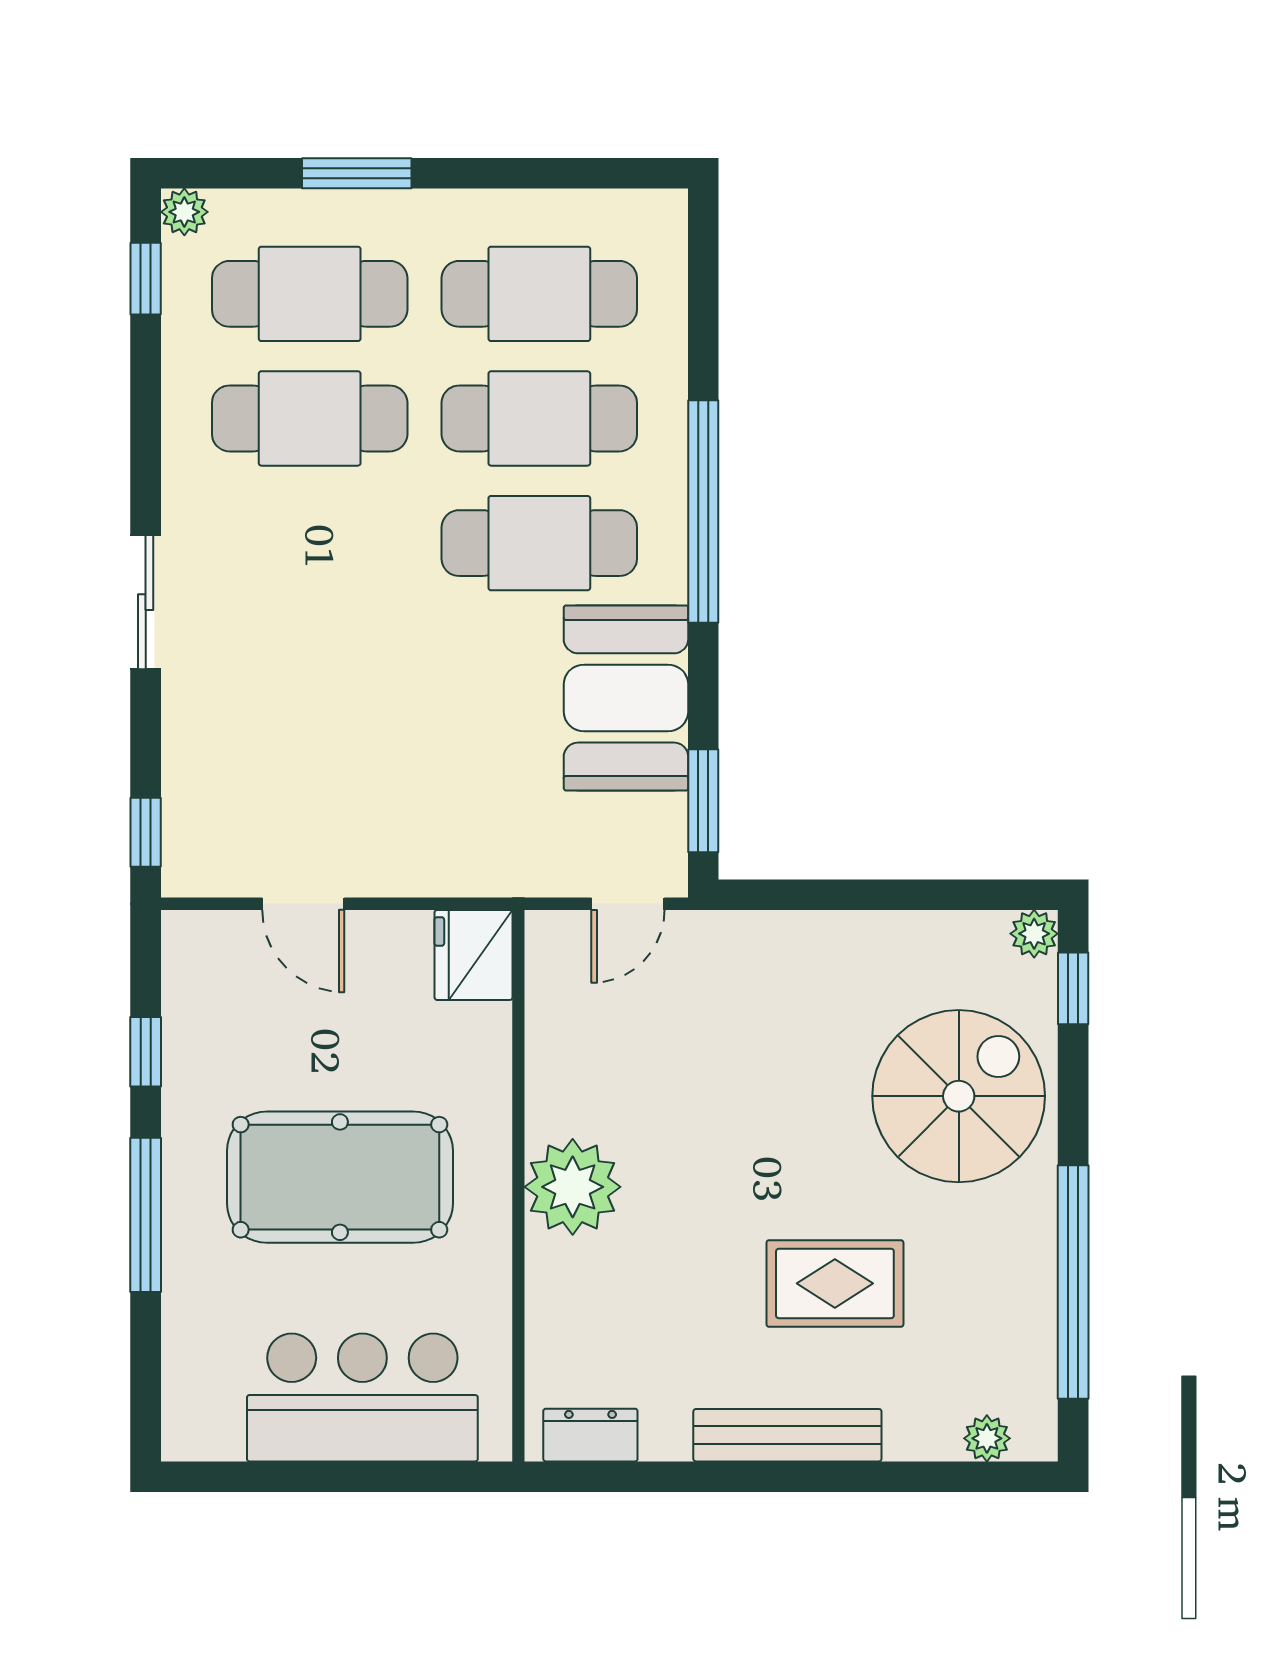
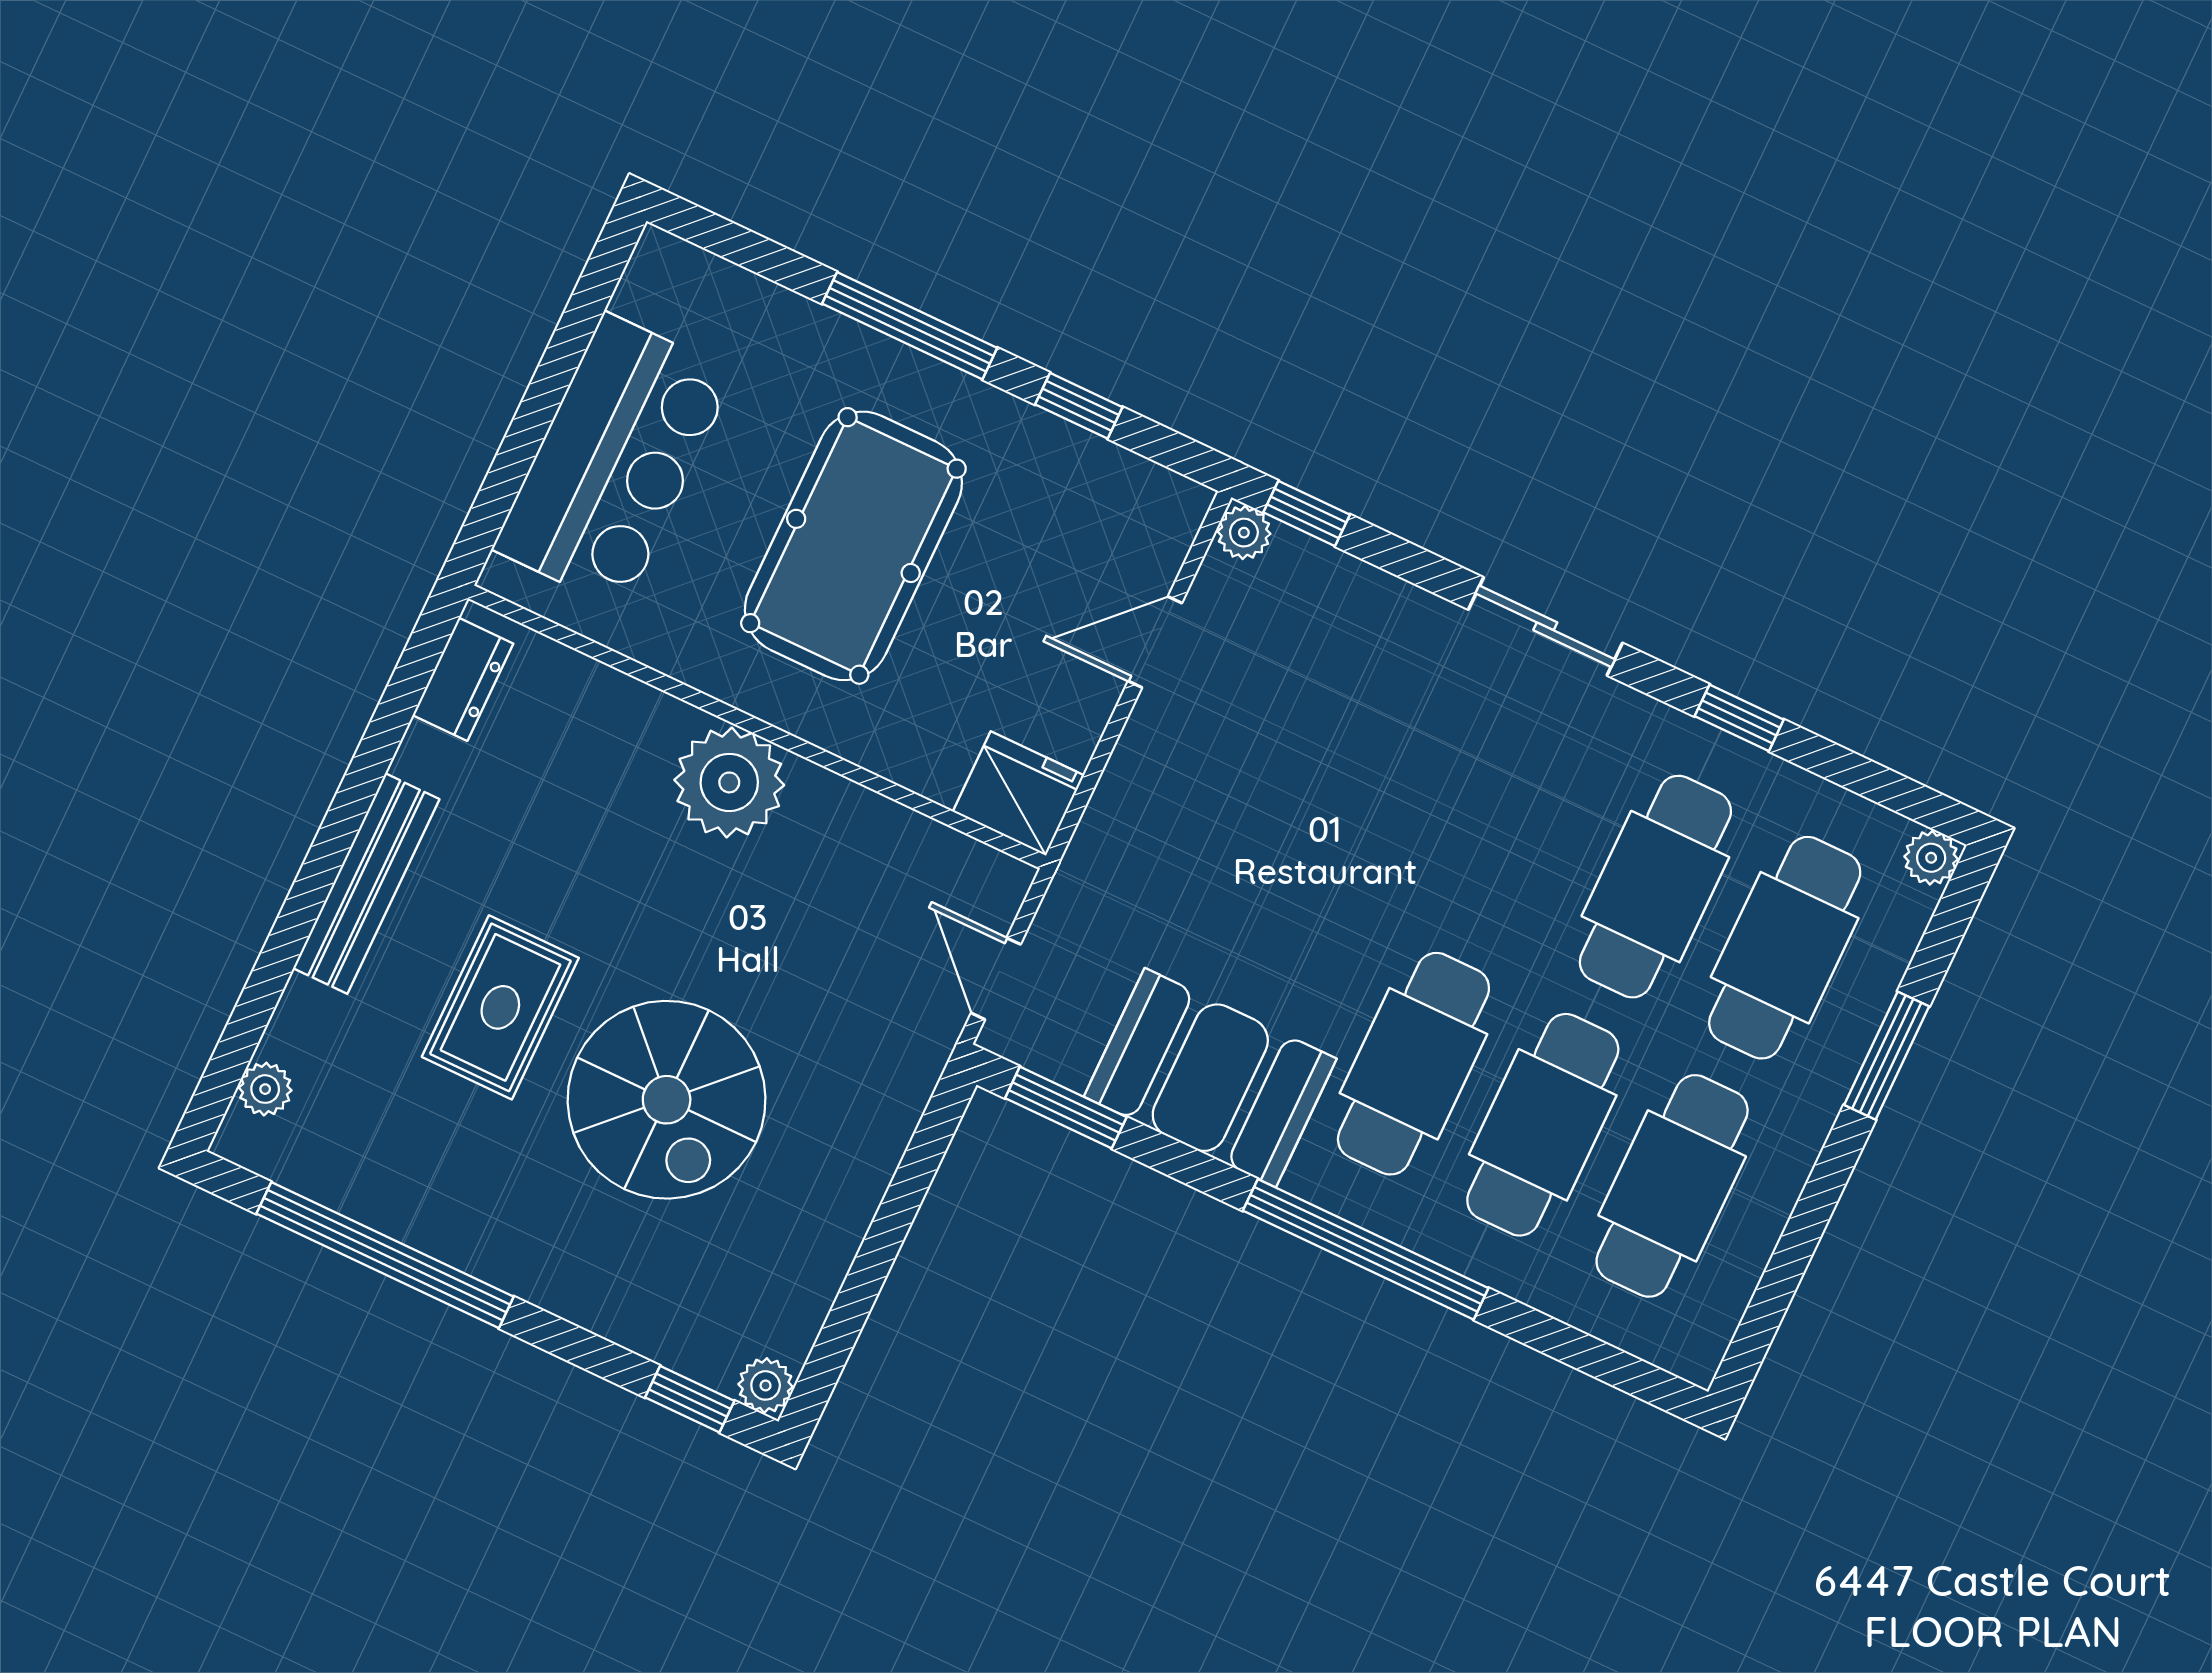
window: (146, 279) -> (1739, 718), moved
plant: (184, 874) -> (1244, 533), added
spiral stairs: (959, 1096) -> (667, 1100), moved

